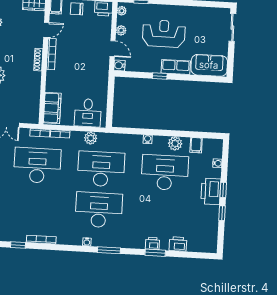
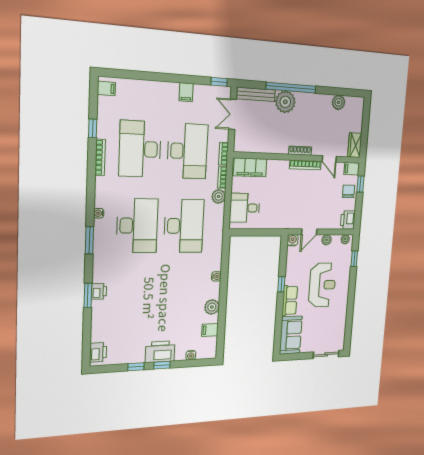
plant: (91, 138) -> (219, 196), moved
desk: (165, 173) -> (140, 149), moved, turned 180
printer: (178, 244) -> (98, 352), moved

